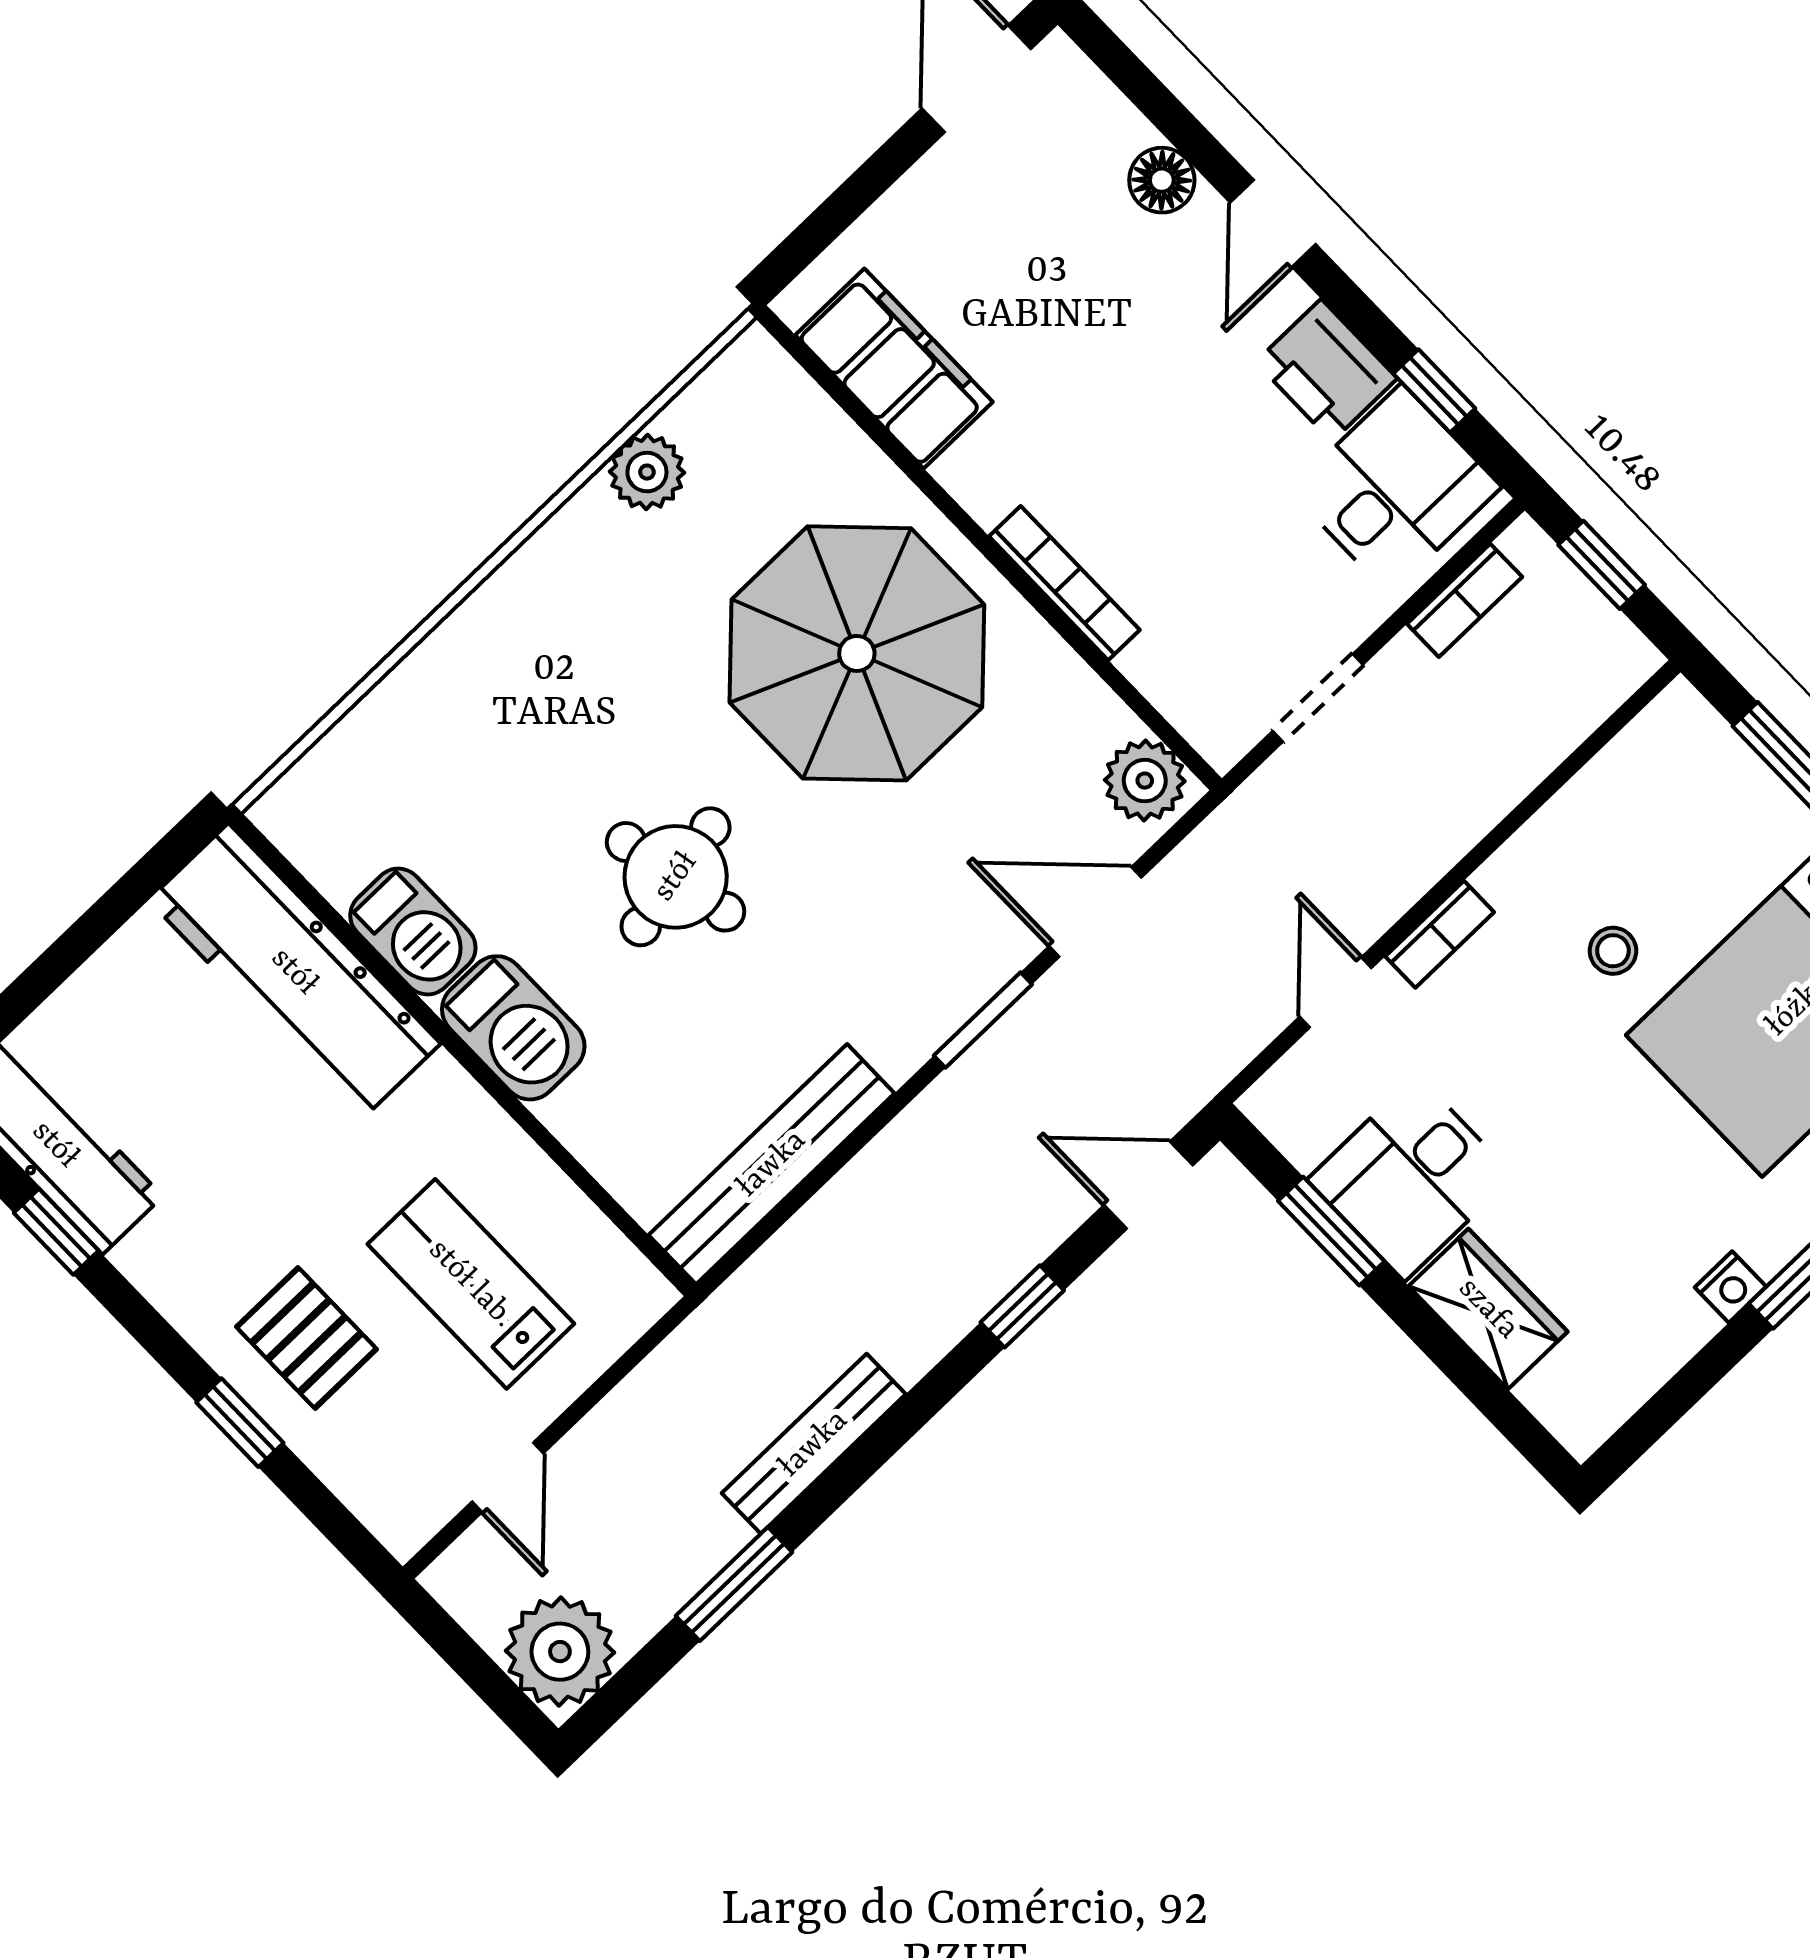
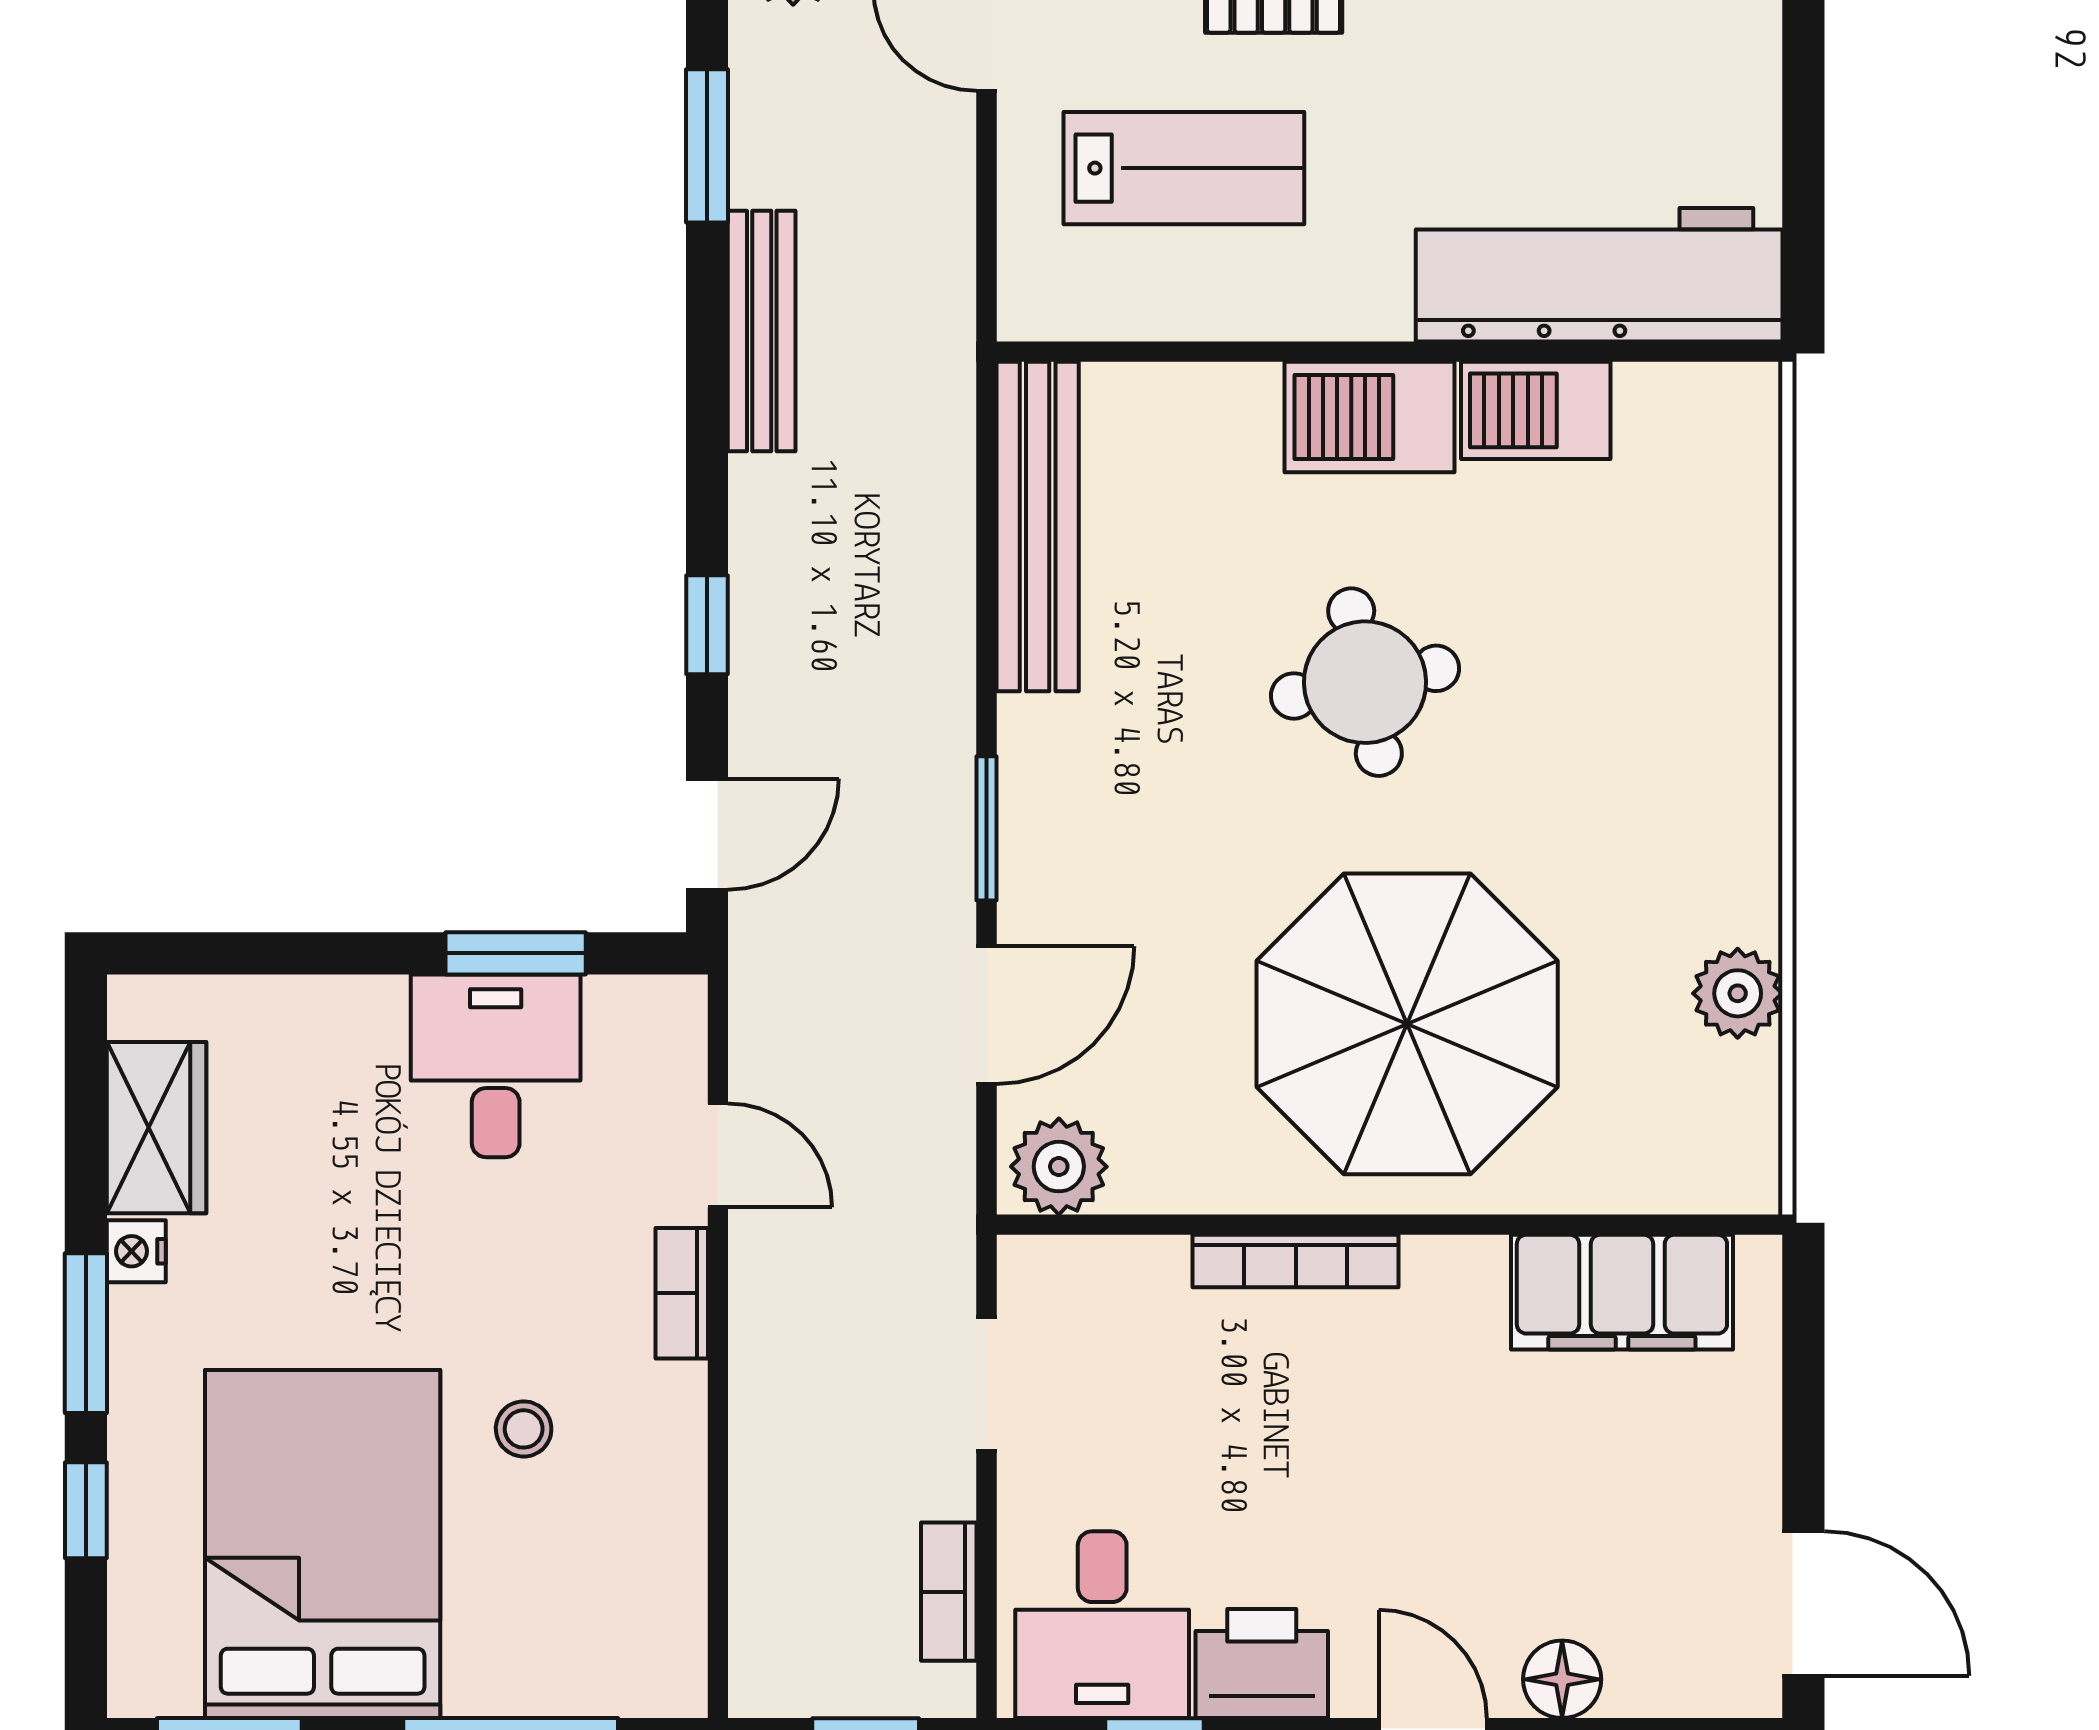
wardrobe: (1488, 1309) -> (156, 1128), moved, turned -90

